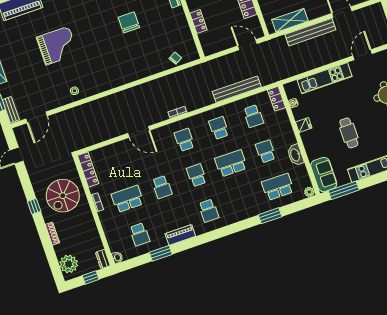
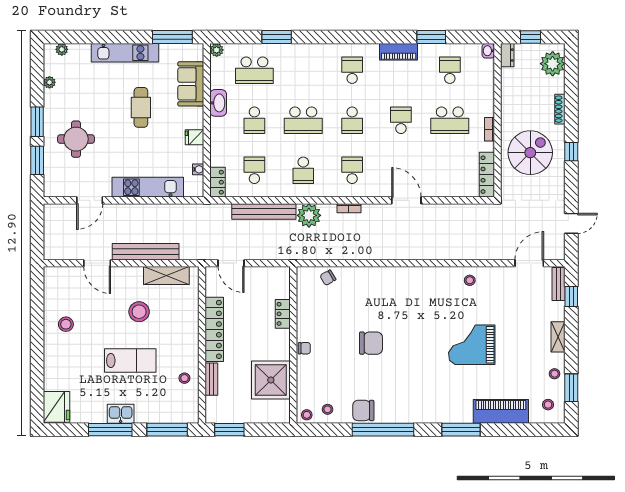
chair: (129, 22) -> (371, 343), turned -90
plant: (204, 97) -> (309, 215), added
school desk: (184, 140) -> (352, 170), turned 180
sofa: (324, 175) -> (191, 84), moved

